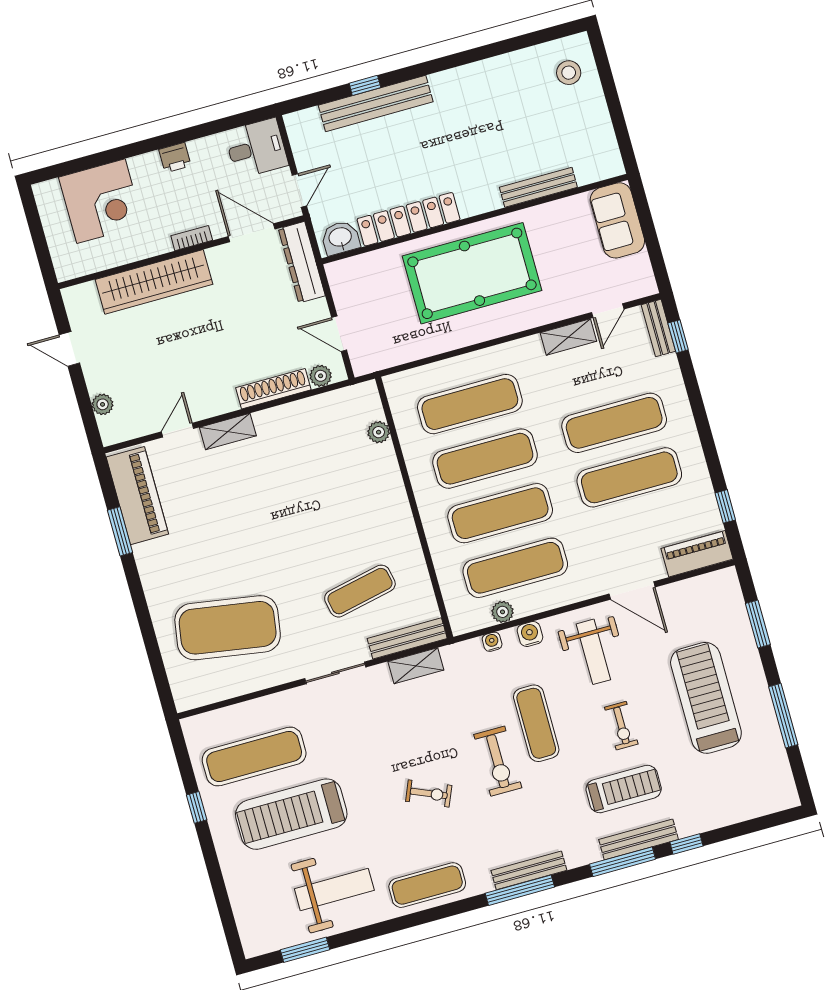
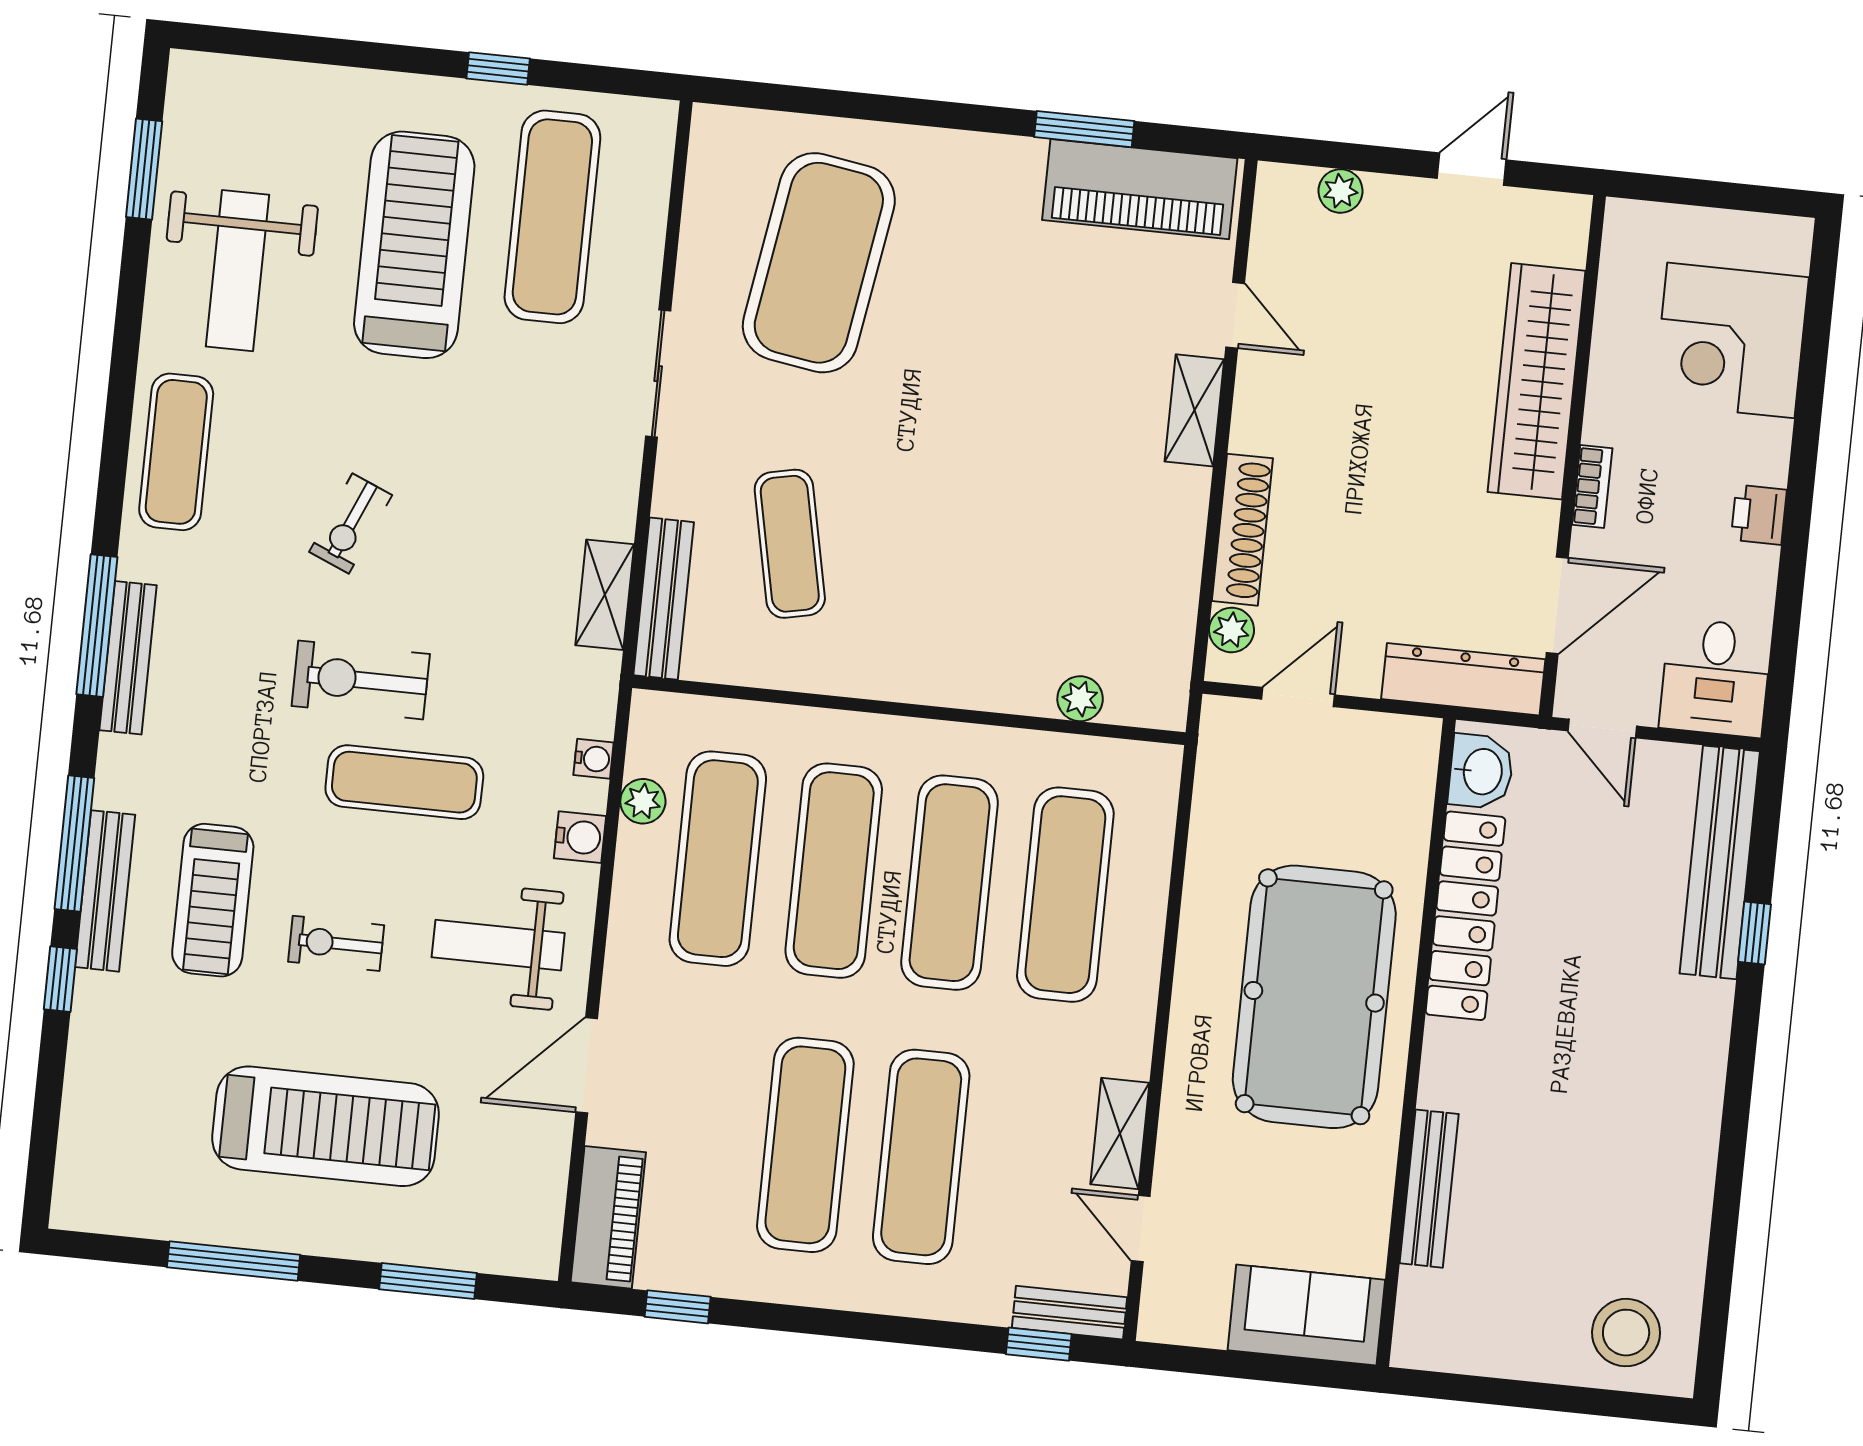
stool: (569, 73) -> (1626, 1333), width x1.38, depth x1.38
bench: (376, 103) -> (1720, 862), moved
sliding door: (335, 673) -> (658, 374), moved

